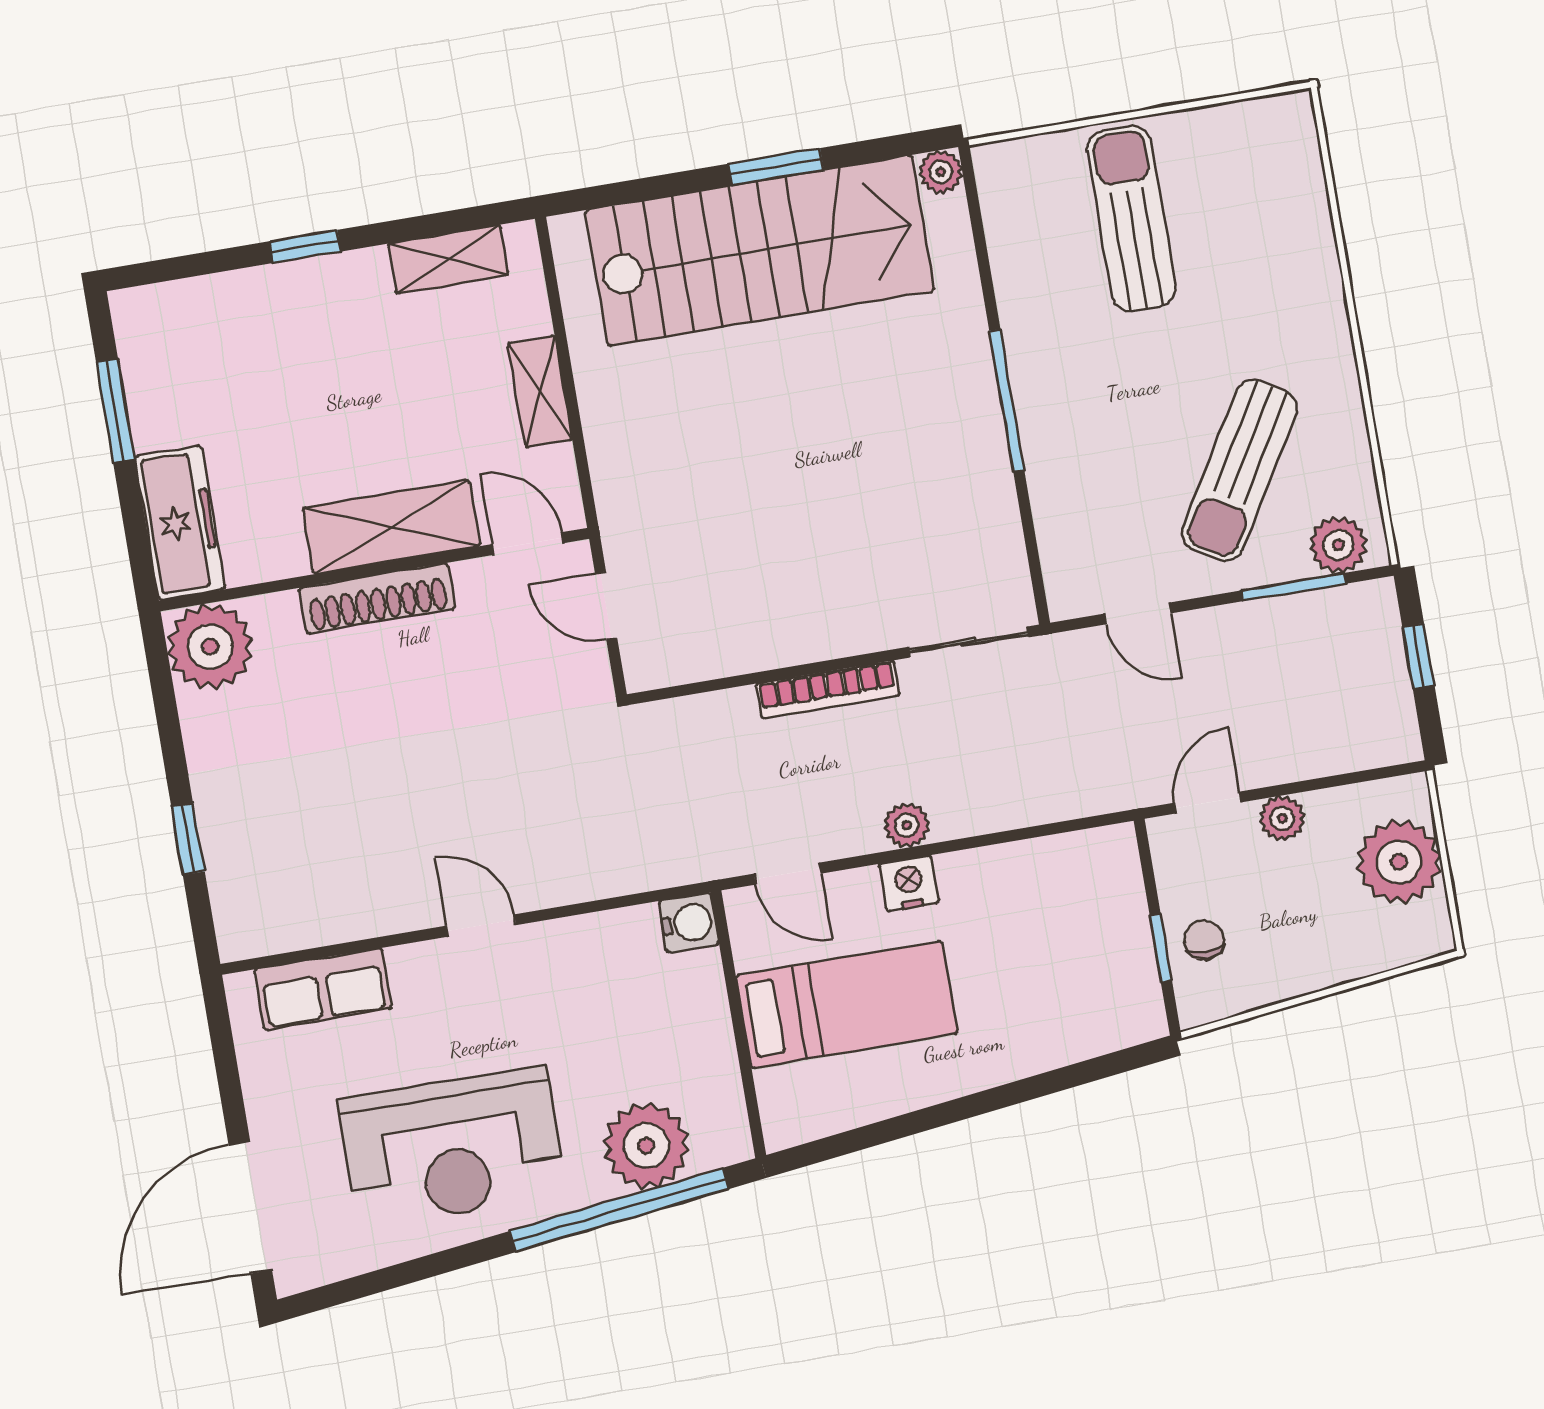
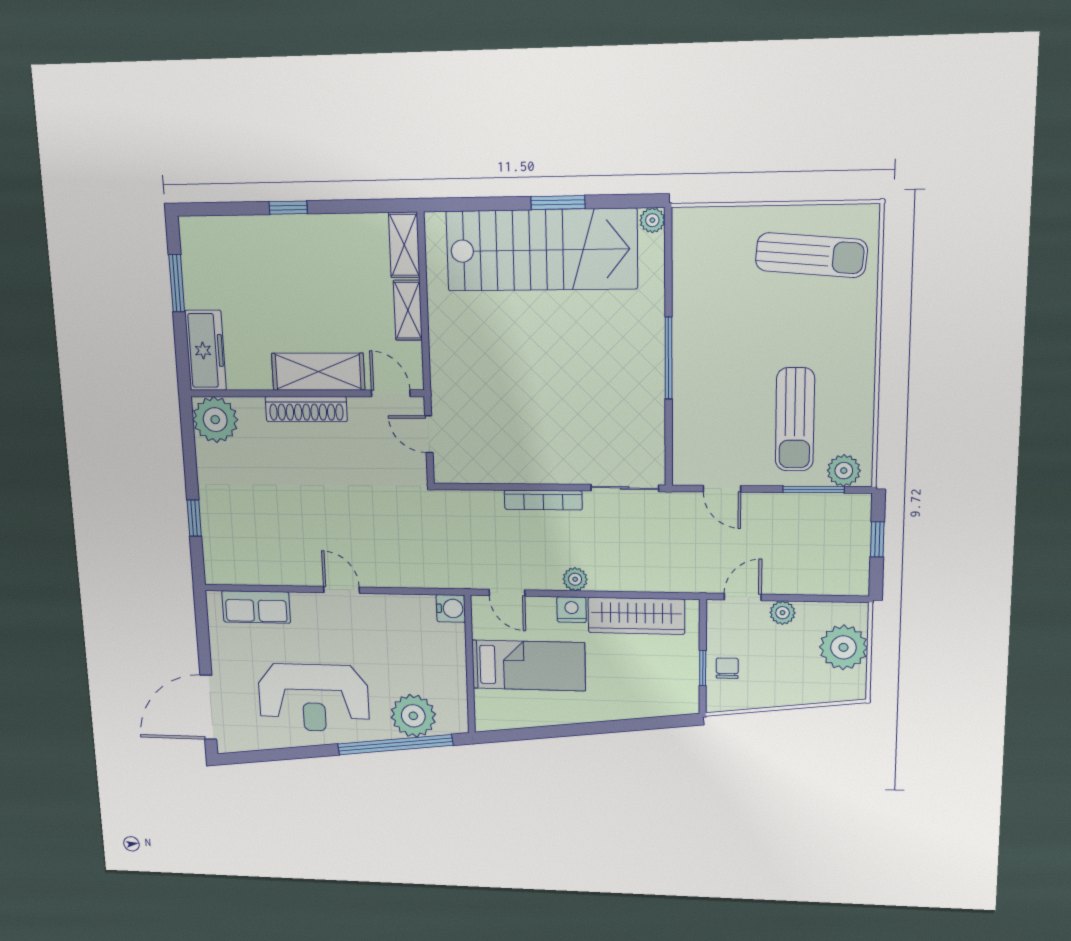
sun lounger: (1131, 218) -> (811, 255), moved, turned 95
shelving: (448, 259) -> (404, 245), moved, turned 90
sun lounger: (1240, 470) -> (795, 420), turned -31
wardrobe: (1027, 873) -> (636, 616), added

